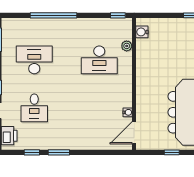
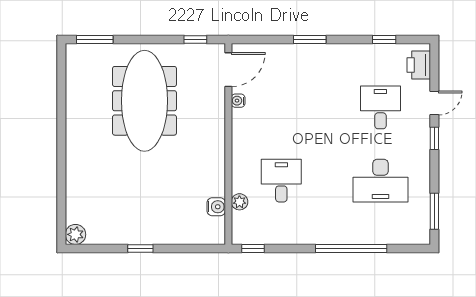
water cooler: (142, 32) -> (216, 207), moved
desk: (99, 60) -> (281, 181), width x0.73
window: (59, 152) -> (310, 40), moved
window: (172, 152) -> (195, 40), moved

